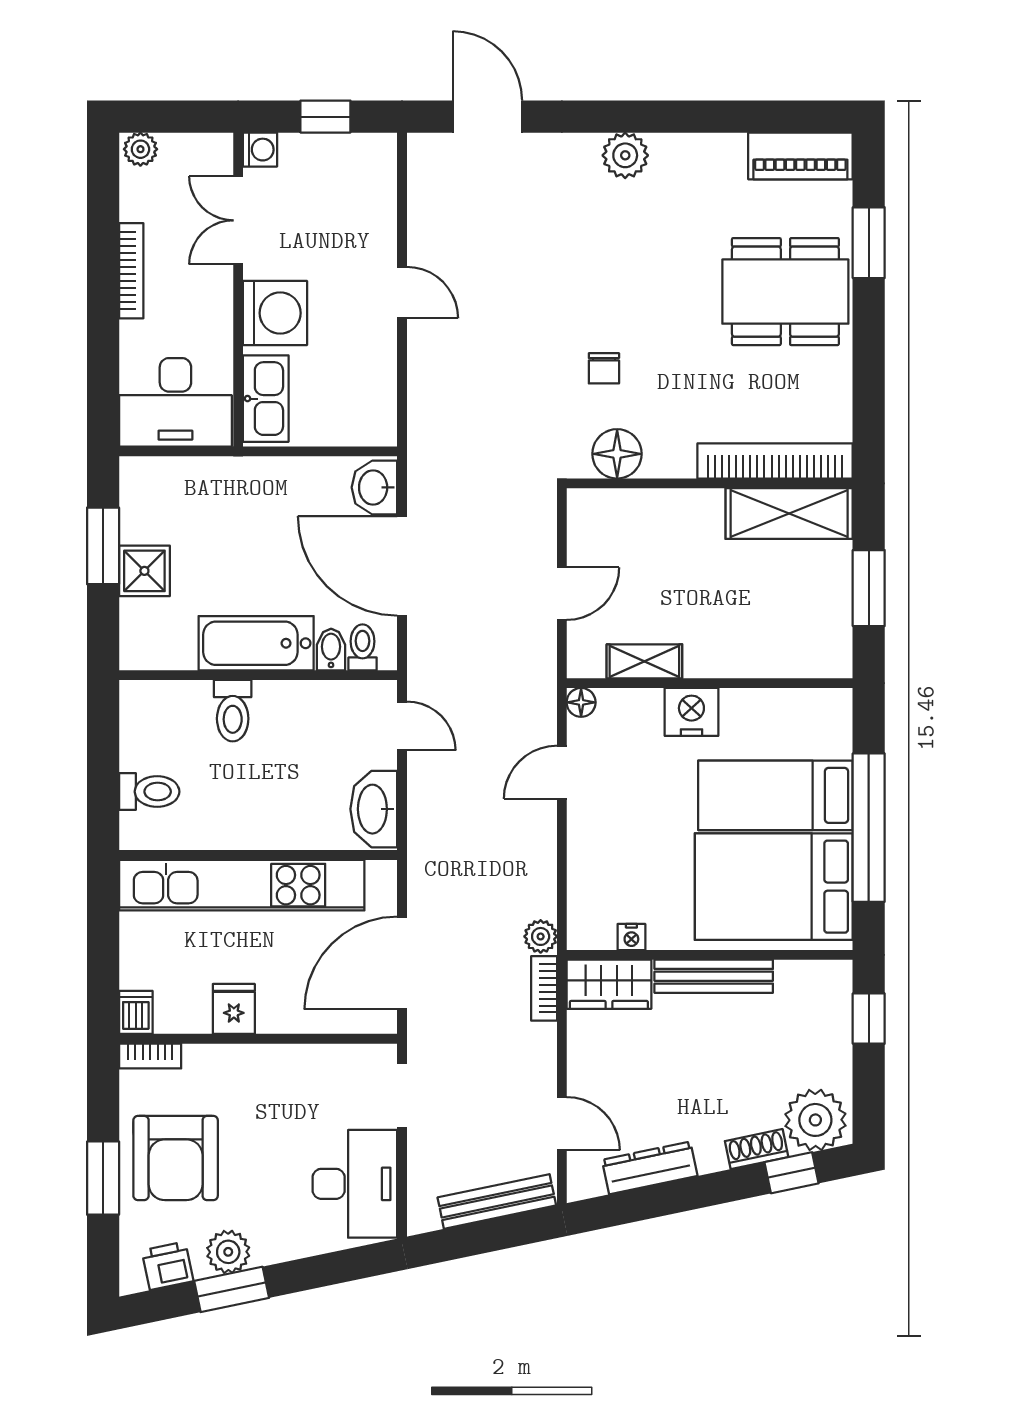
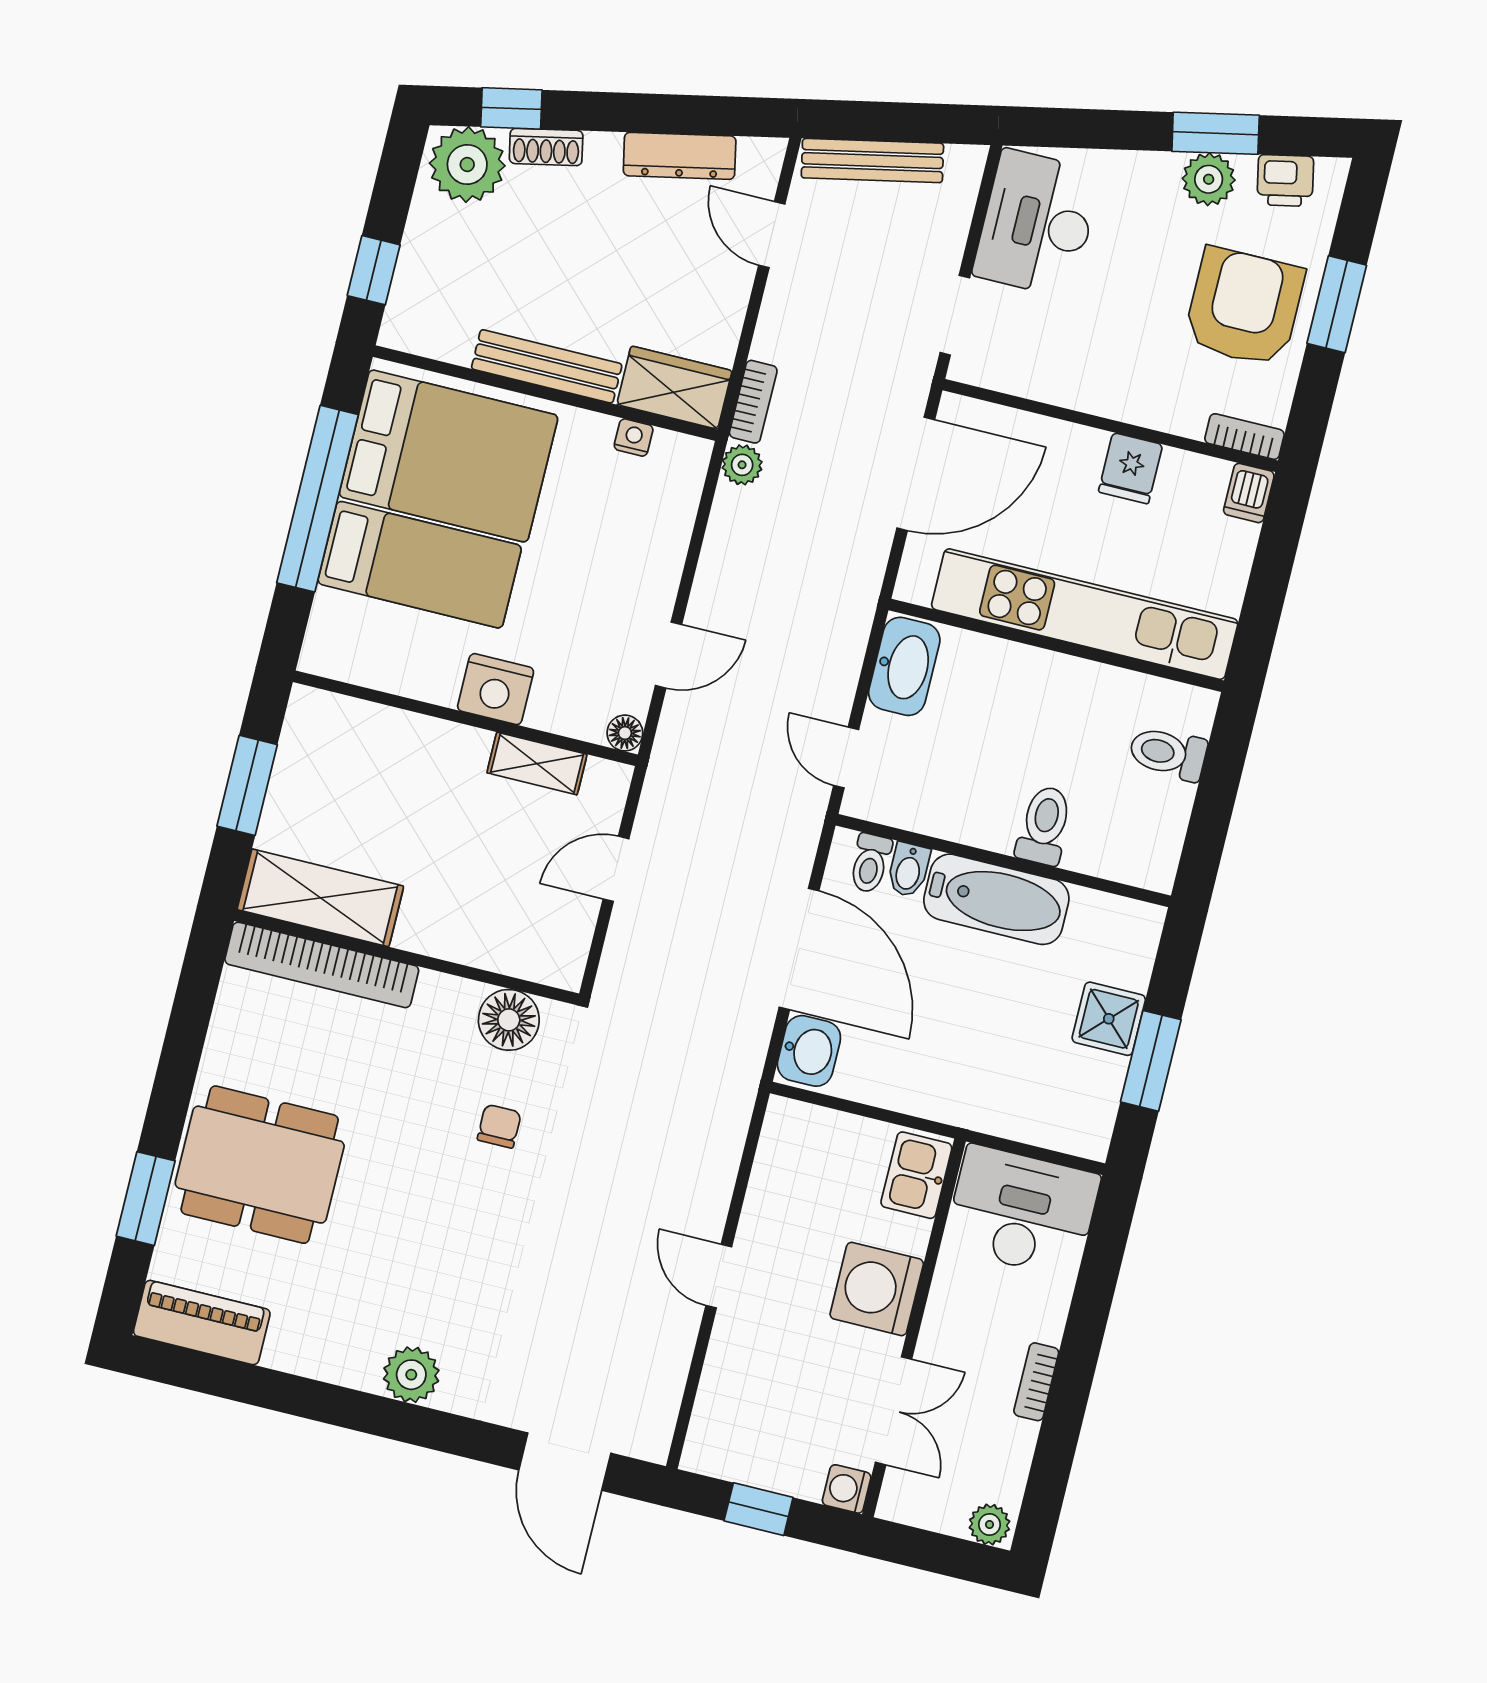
bookcase: (131, 271) -> (1036, 1382), width x0.64
kitchen sink: (266, 399) -> (916, 1175), width x0.73

